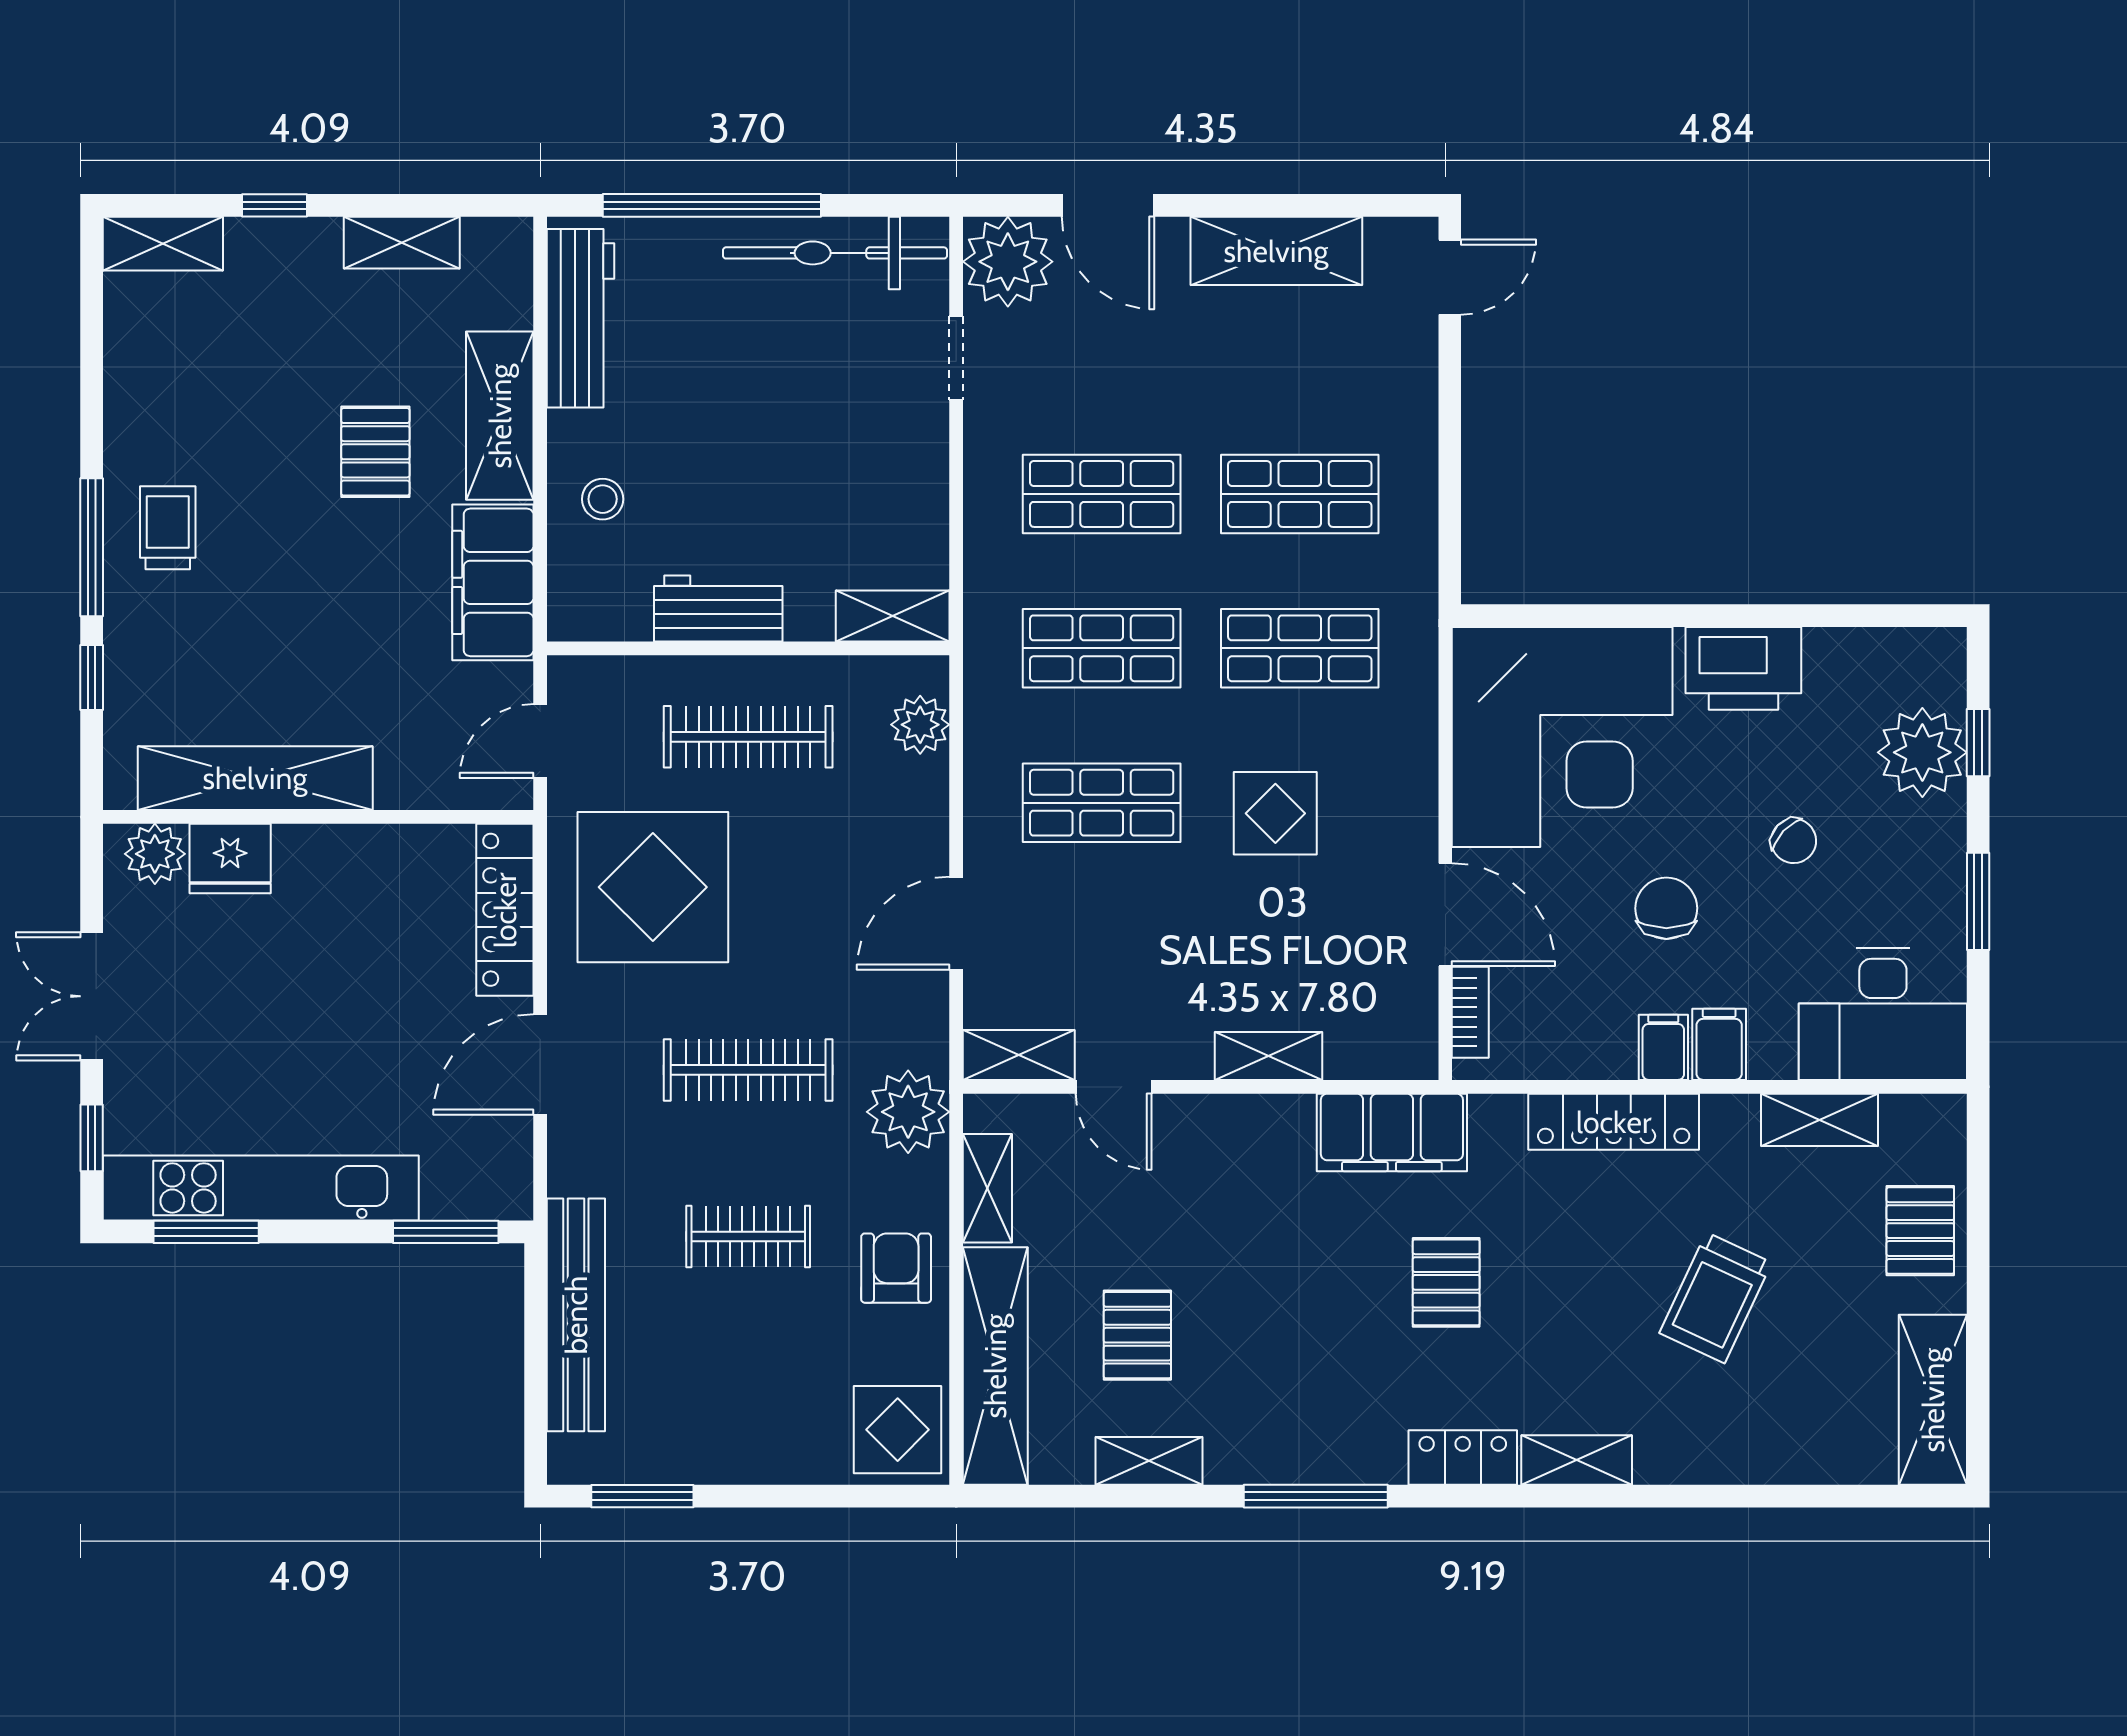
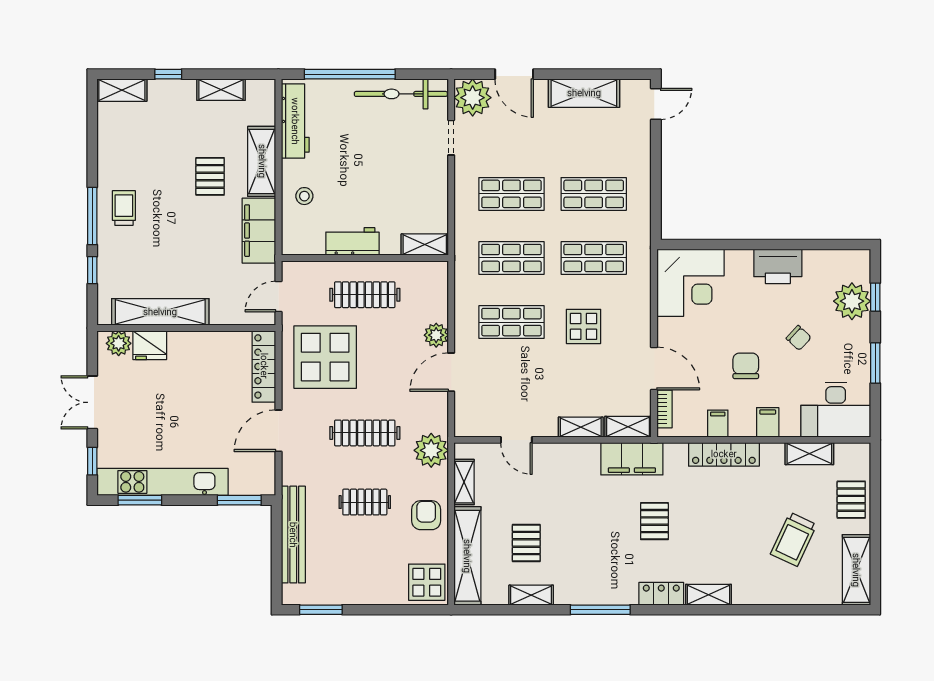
plant: (920, 725) -> (436, 335), moved
corner desk: (1562, 737) -> (690, 283), width x0.74, depth x0.74
filing cabinet: (1663, 1047) -> (718, 424), moved
shelving: (1019, 1055) -> (628, 427), moved
trolley: (1716, 1298) -> (794, 539), moved

